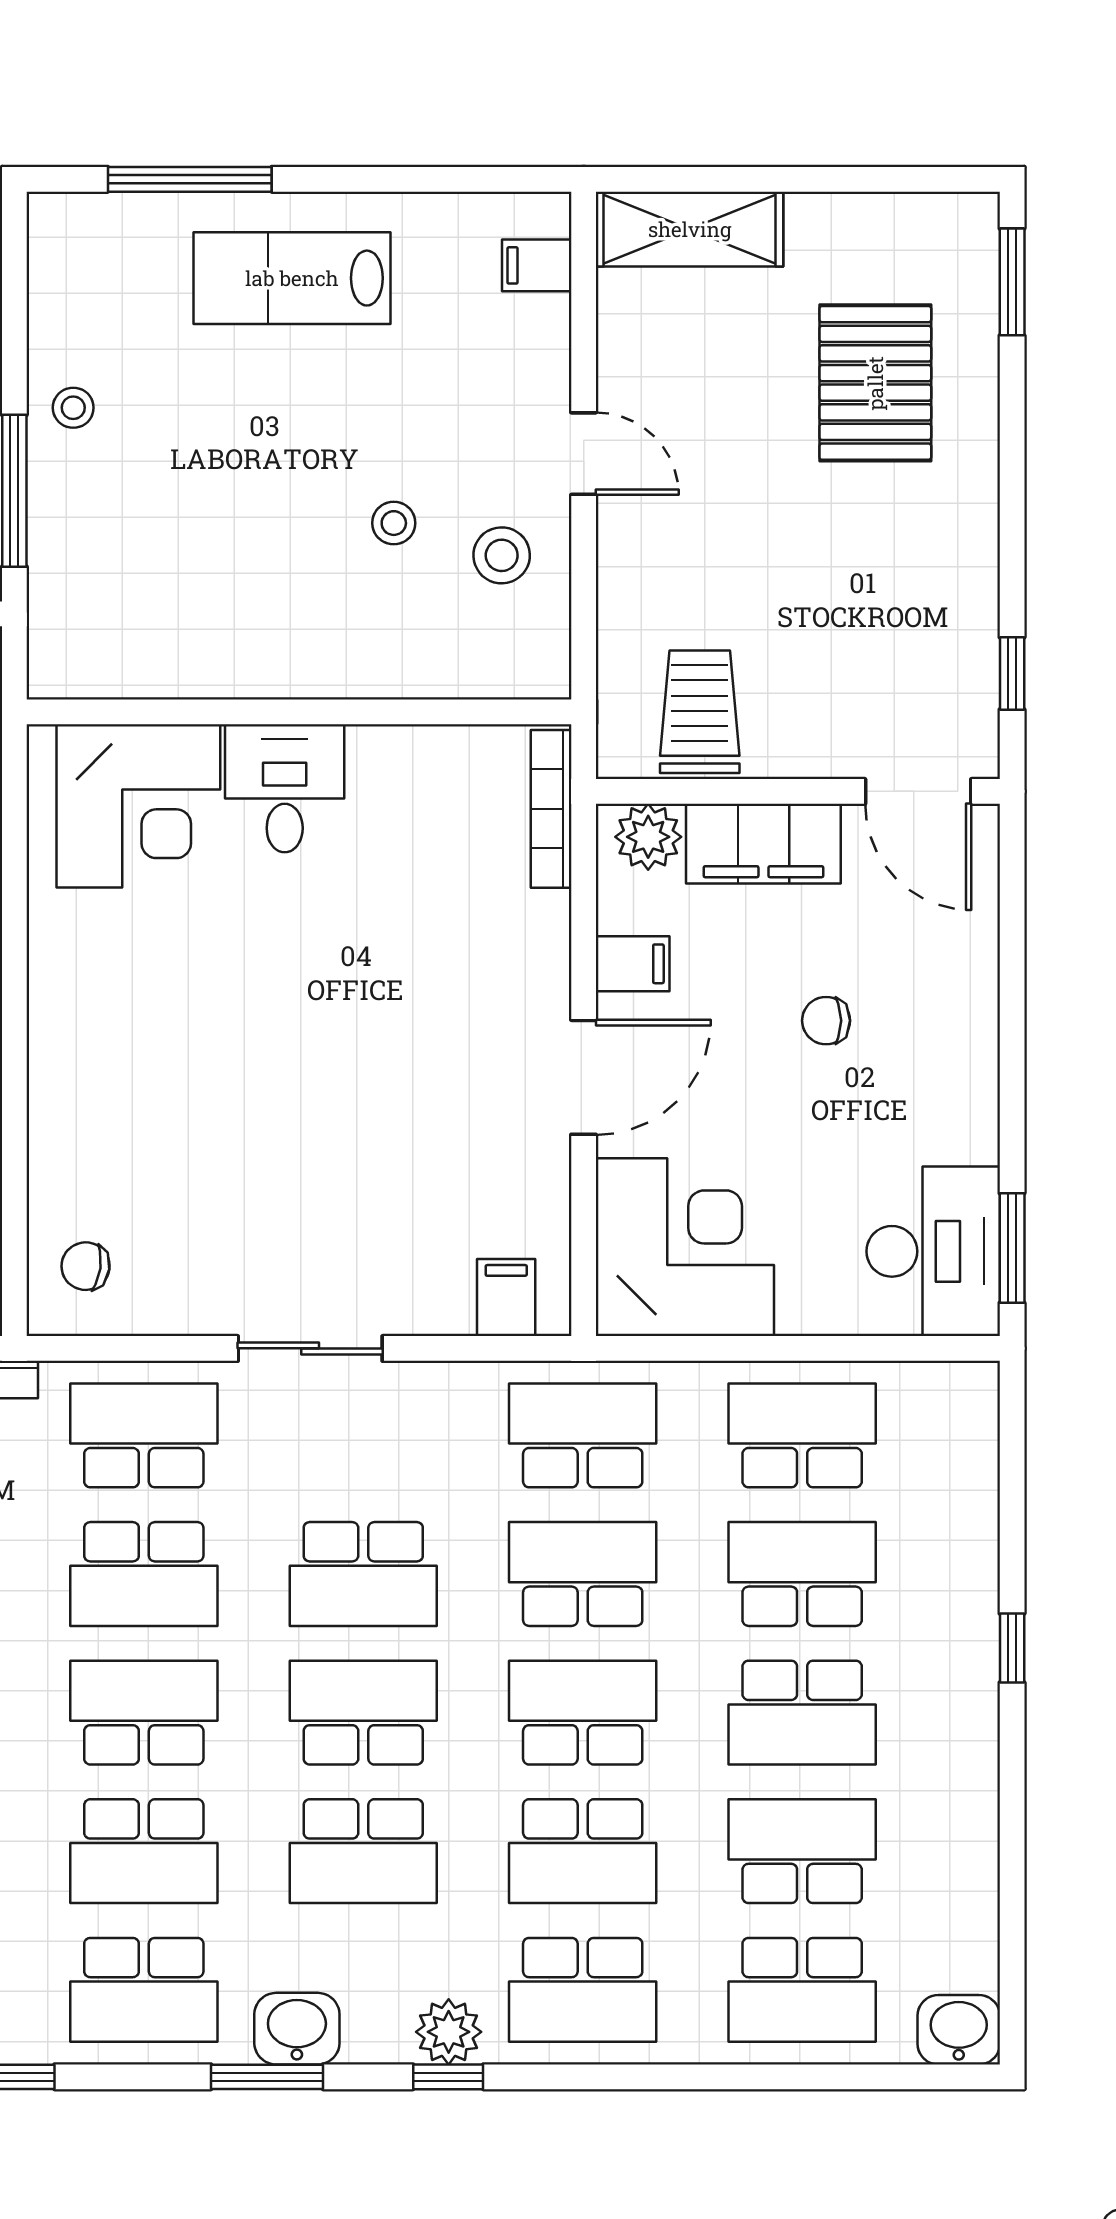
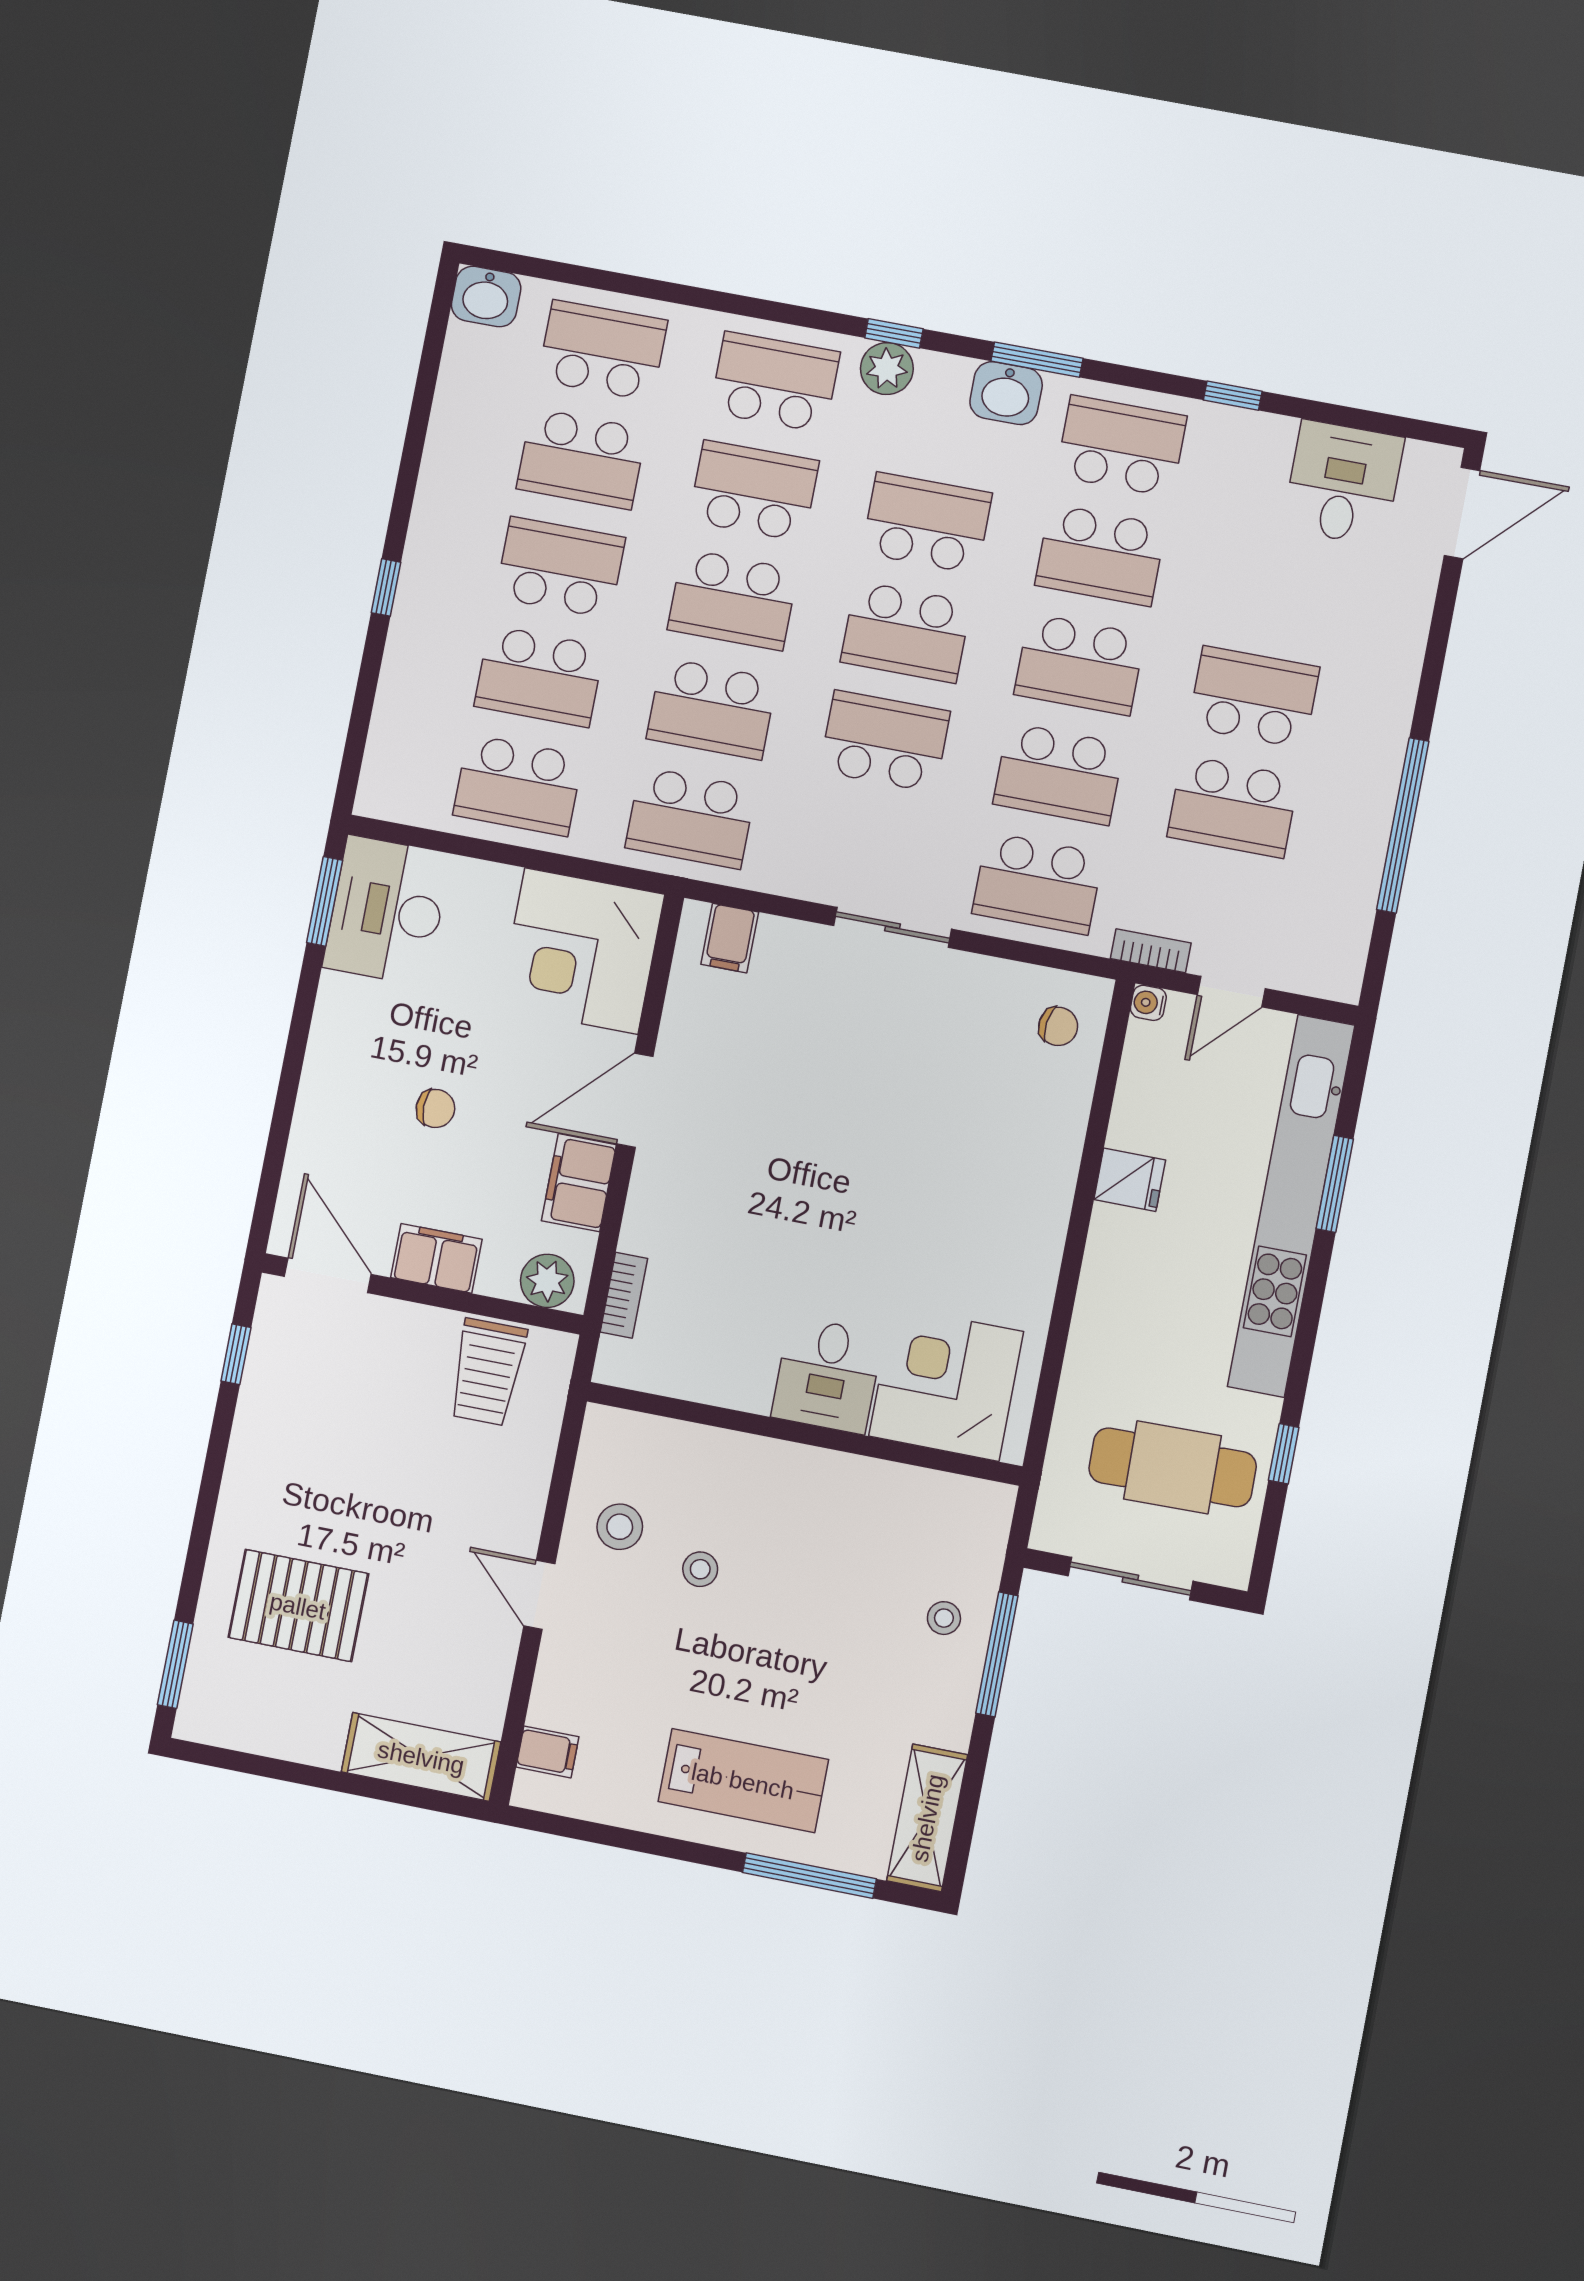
shelving: (61, 277) -> (927, 1818), added
pallet: (875, 383) -> (298, 1606), turned 90
stool: (73, 408) -> (944, 1618), moved
bookcase: (551, 809) -> (624, 1295), width x0.64
filing cabinet: (763, 844) -> (436, 1258), width x0.67, depth x0.86
filing cabinet: (633, 964) -> (579, 1183), width x2.00
school desk: (144, 1574) -> (1058, 774), turned 180
school desk: (144, 1851) -> (1100, 555), turned 180

